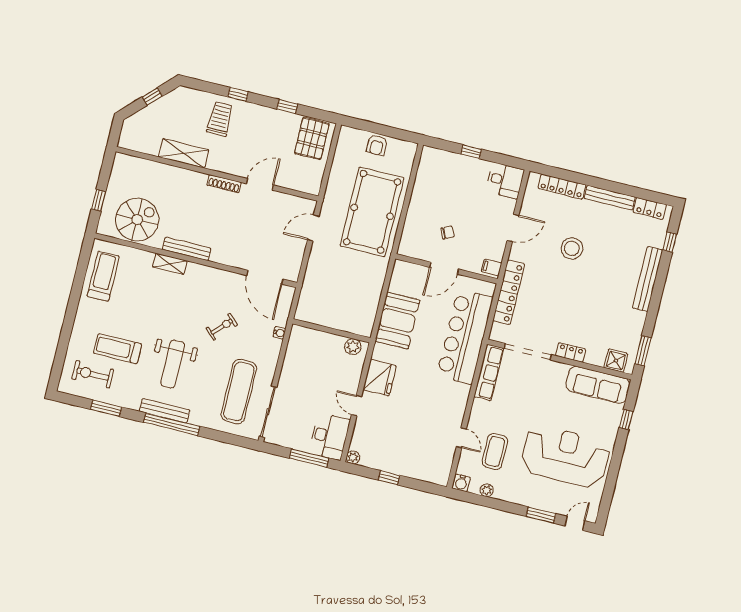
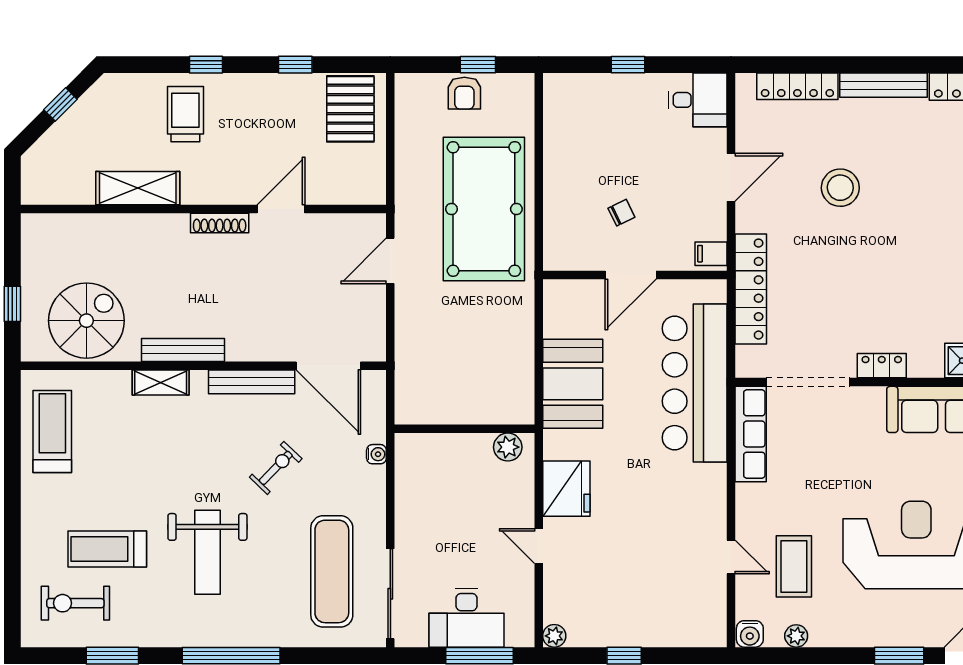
window: (388, 131) -> (478, 65), added
bench: (165, 411) -> (252, 382), moved
desk: (329, 436) -> (467, 618), moved, turned 90

